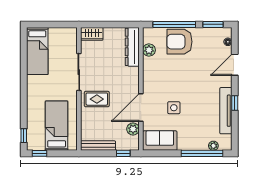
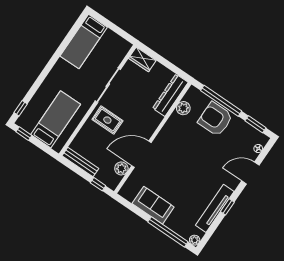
side table: (174, 108) -> (170, 174), removed
sofa: (160, 141) -> (153, 205), moved
plant: (213, 146) -> (195, 240), moved

